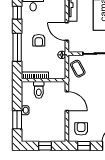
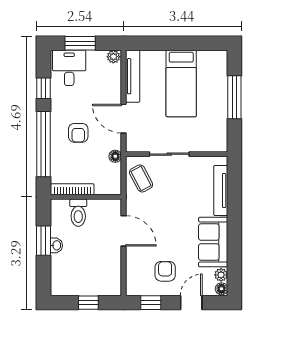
window: (17, 47) -> (43, 144), width x1.46
window: (17, 120) -> (43, 241), moved
armchair: (81, 129) -> (165, 271), moved

